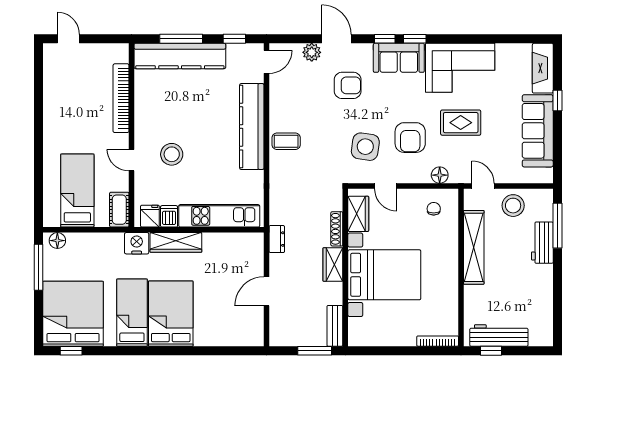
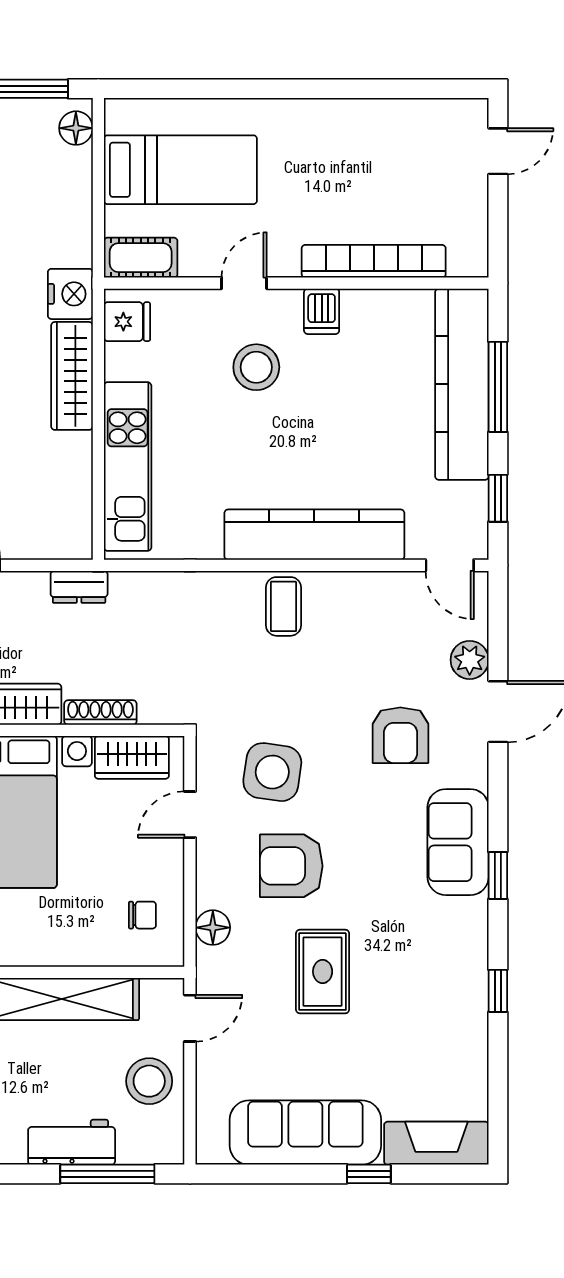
window: (385, 39) -> (498, 991), moved
corner sofa: (460, 68) -> (437, 970), removed
dishwasher: (169, 216) -> (322, 311), moved, turned 90

